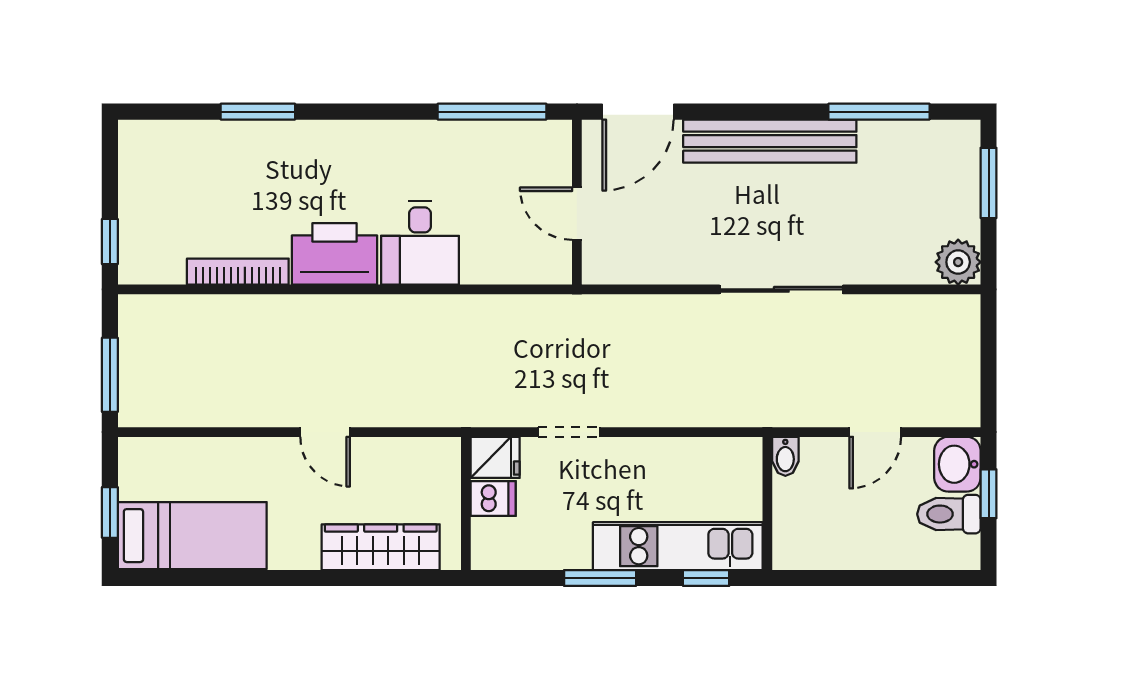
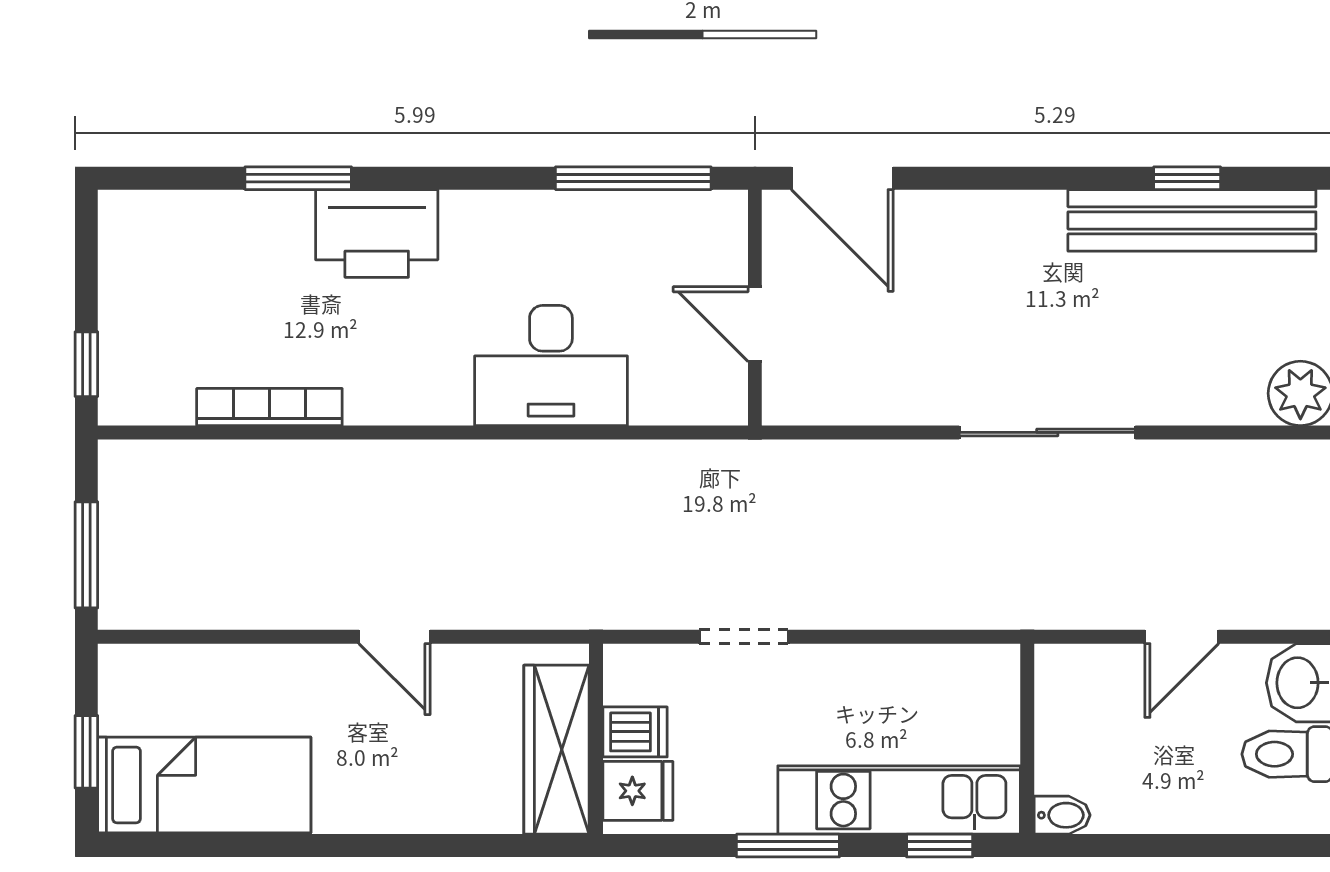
door: (638, 112) -> (842, 178), hinge flipped
window: (879, 112) -> (1187, 178), width x0.46
bench: (770, 141) -> (1192, 220), moved
desk: (420, 243) -> (551, 366), width x1.37
printer: (334, 254) -> (377, 233), moved, turned 180
bidet: (785, 456) -> (1062, 815), moved, turned -90
fridge: (495, 457) -> (638, 791), moved
wardrobe: (381, 547) -> (557, 750), moved, turned -90

